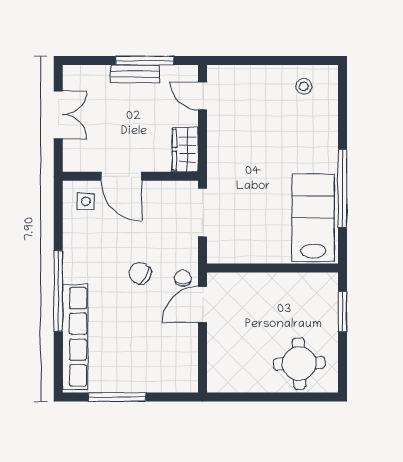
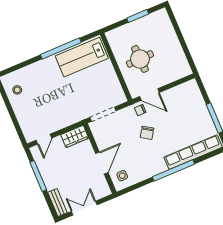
bench: (135, 74) -> (57, 202), moved
window: (342, 312) -> (138, 16), moved
round table: (299, 363) -> (140, 59), moved

